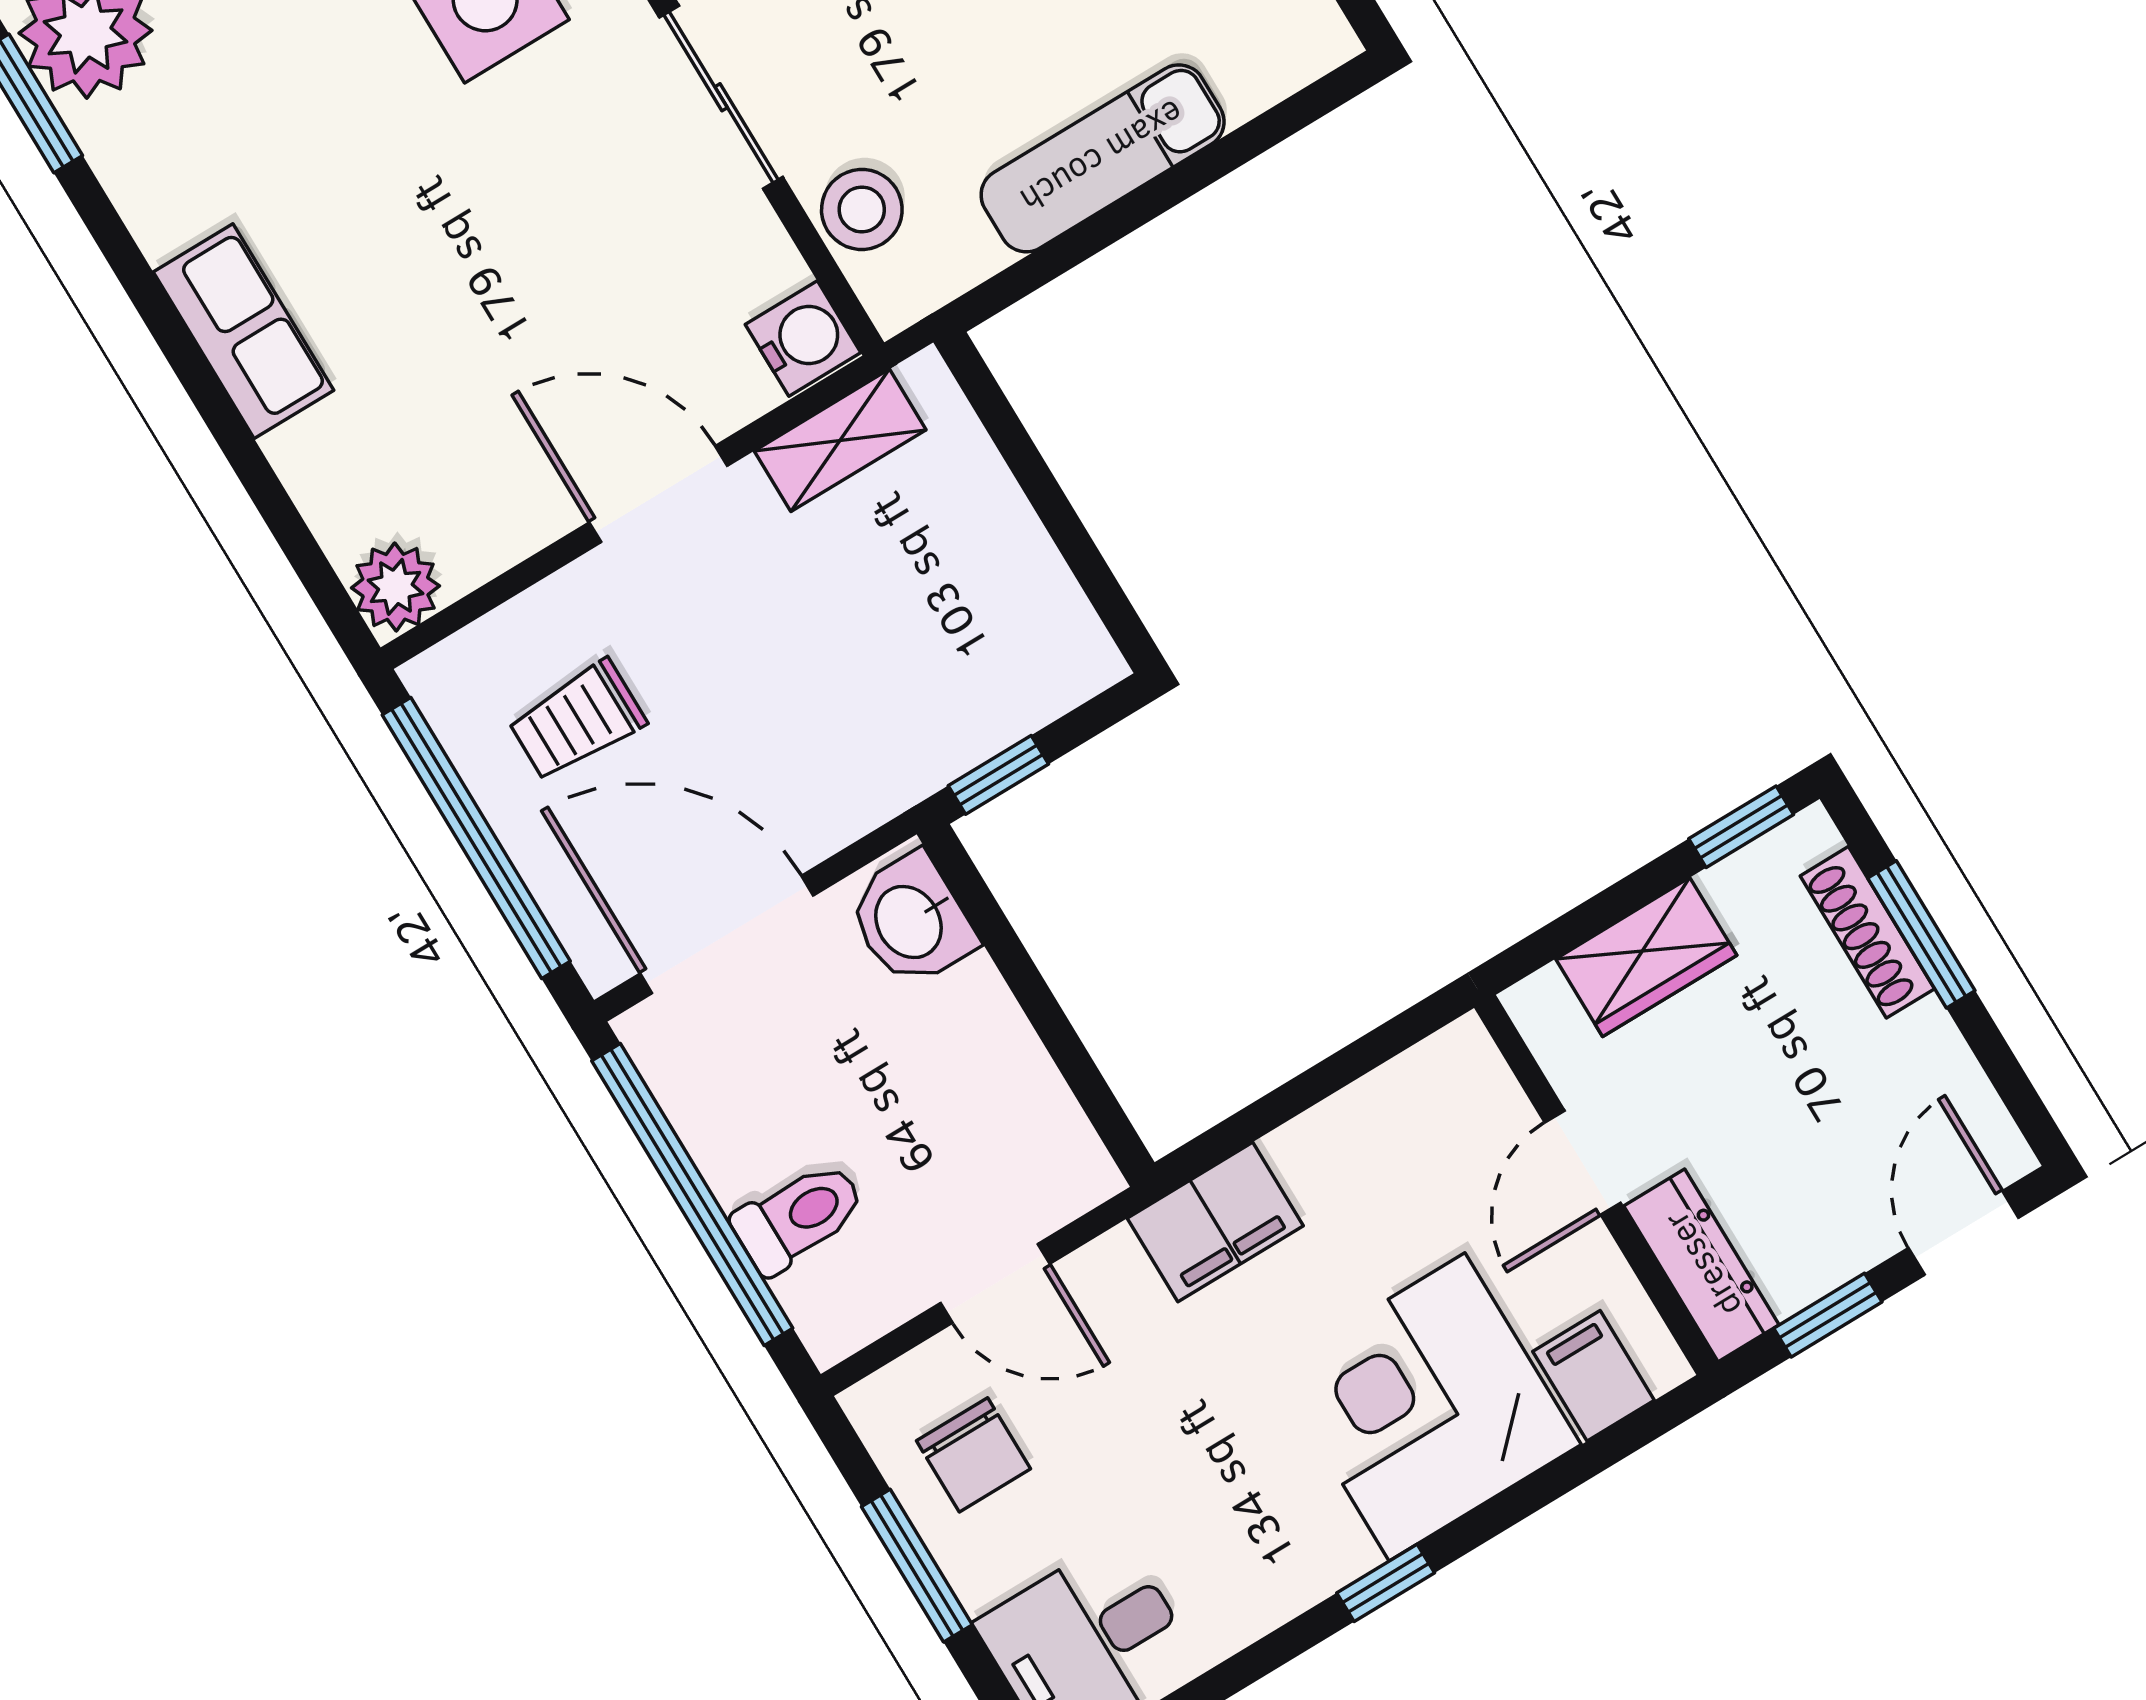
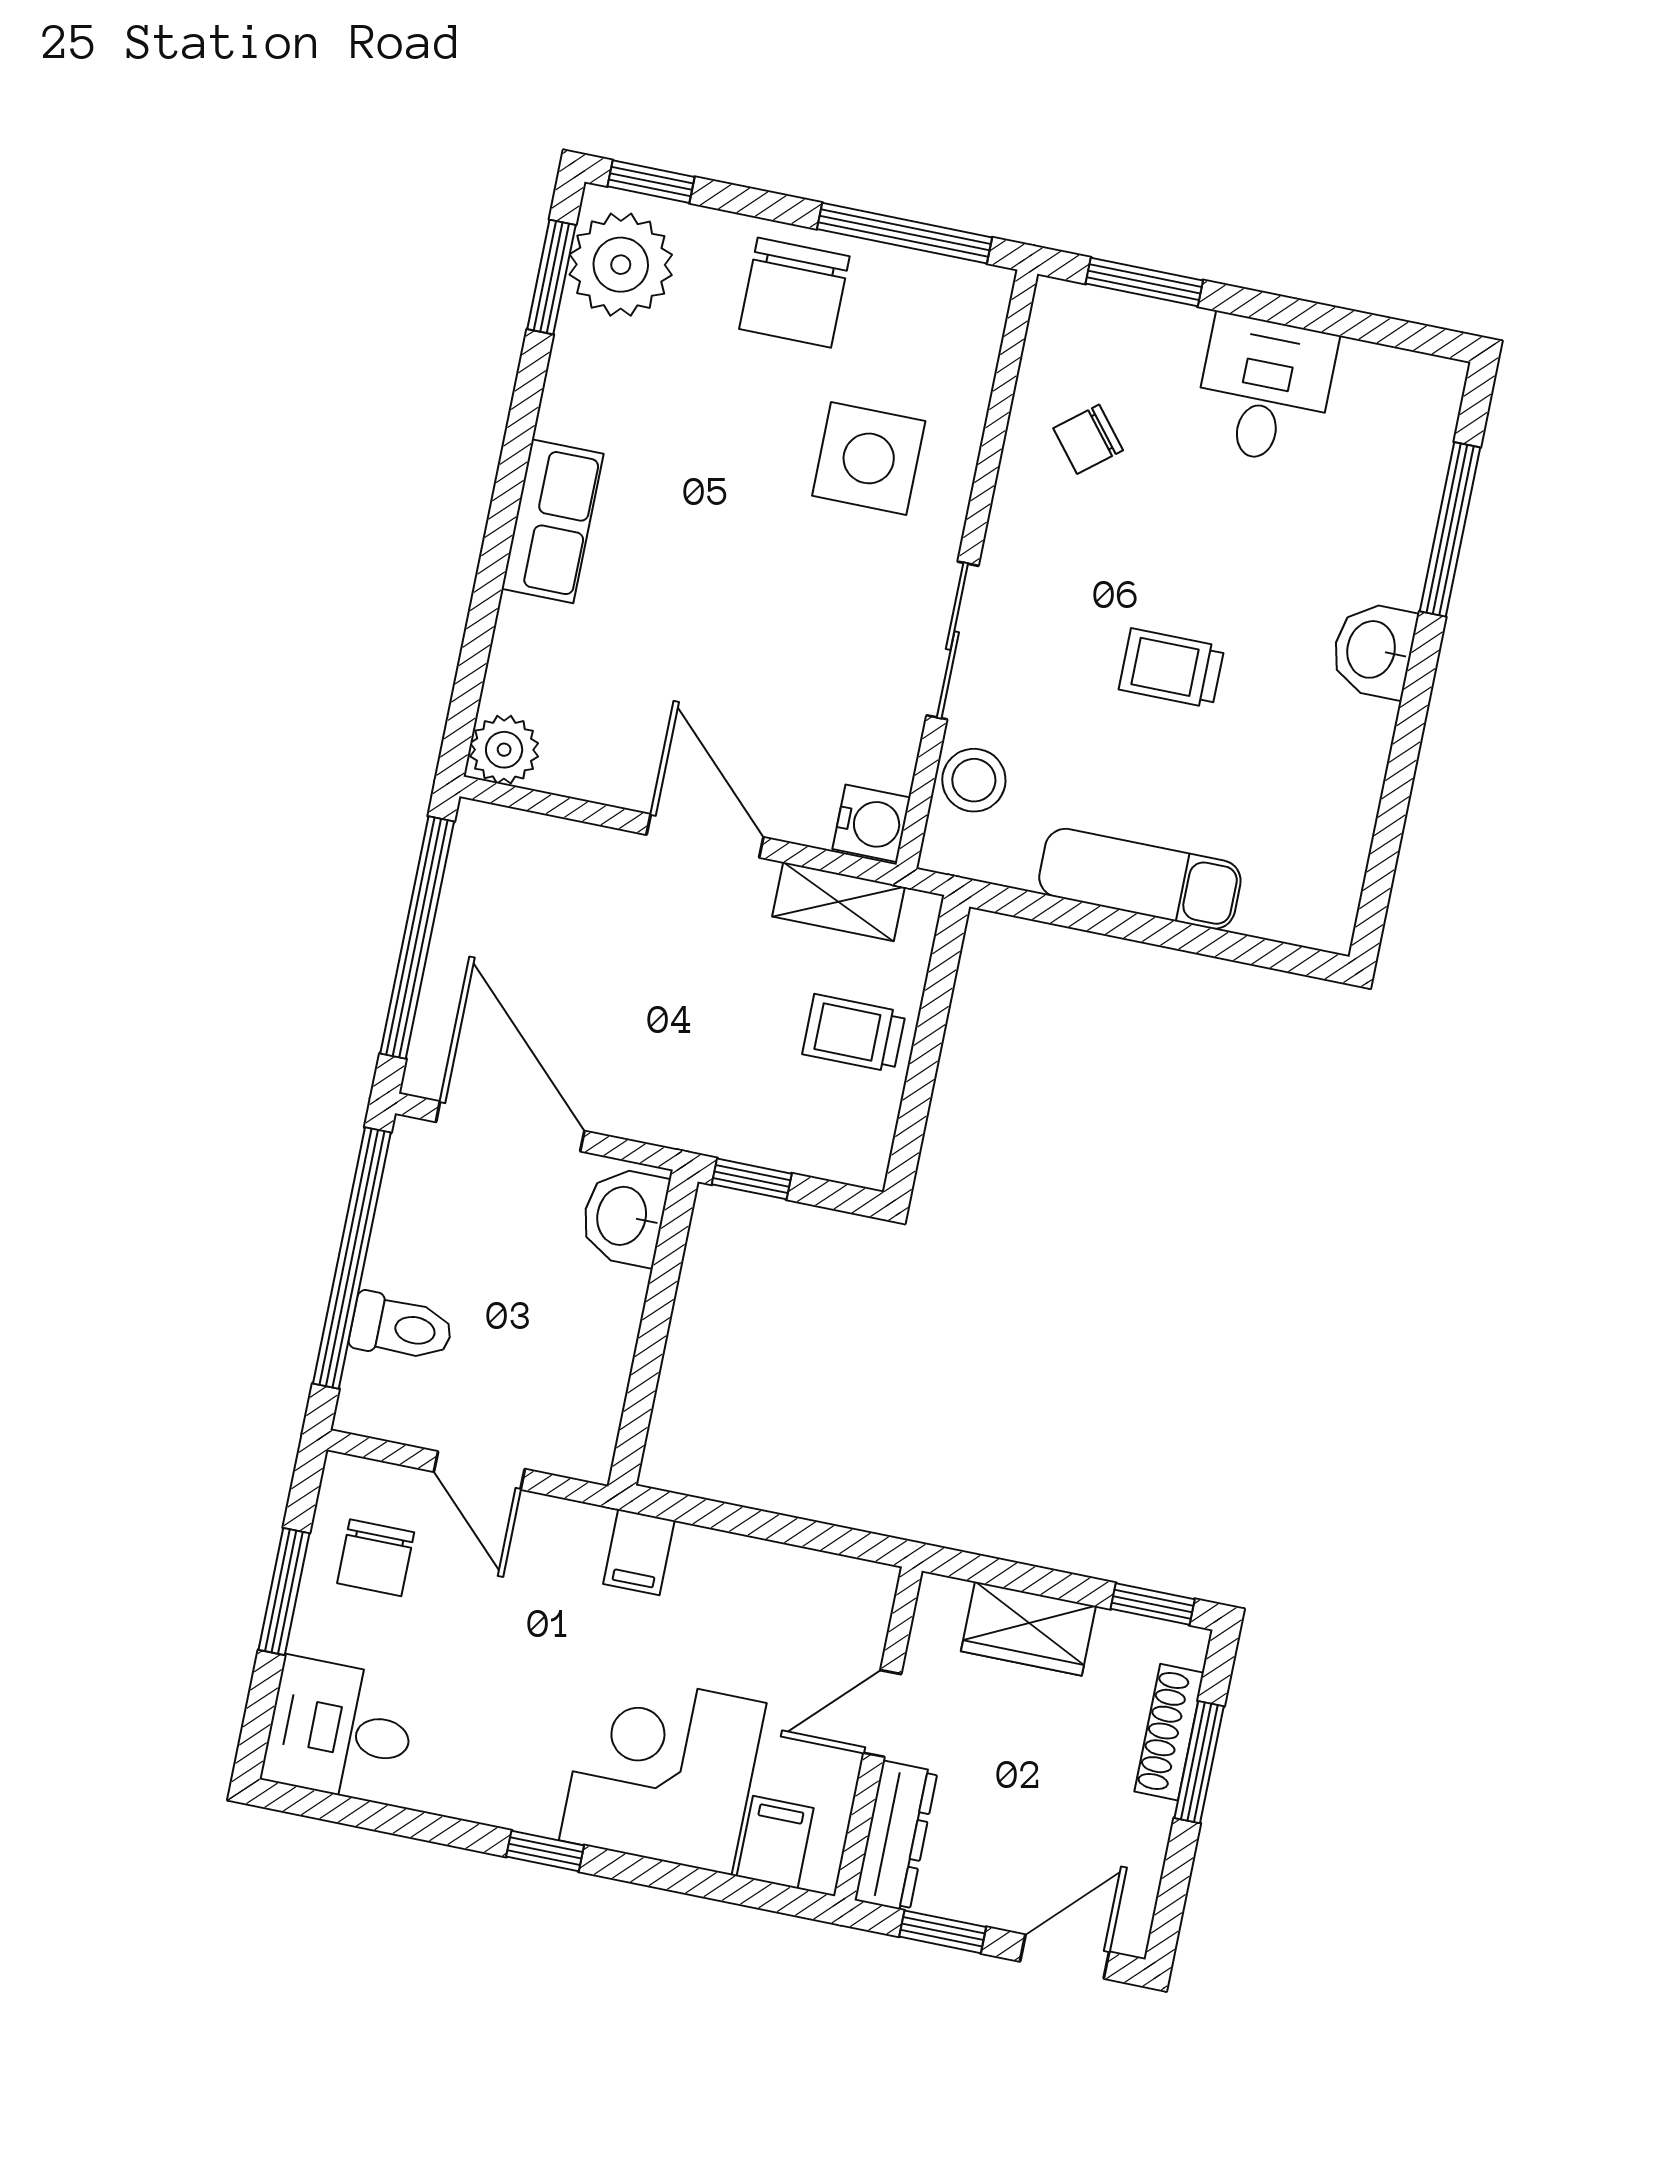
trolley: (577, 721) -> (854, 1033), moved
filing cabinet: (1215, 1222) -> (639, 1552), width x0.50

